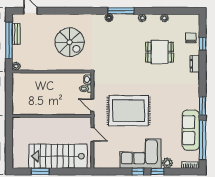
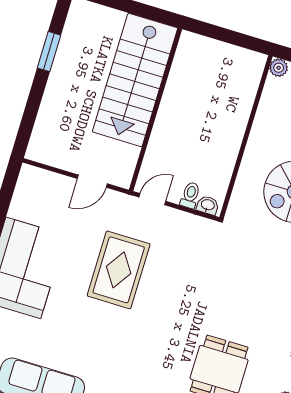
rug: (129, 111) -> (119, 270), width x0.73, depth x0.69
stairs: (58, 156) -> (135, 80), moved, turned 180

